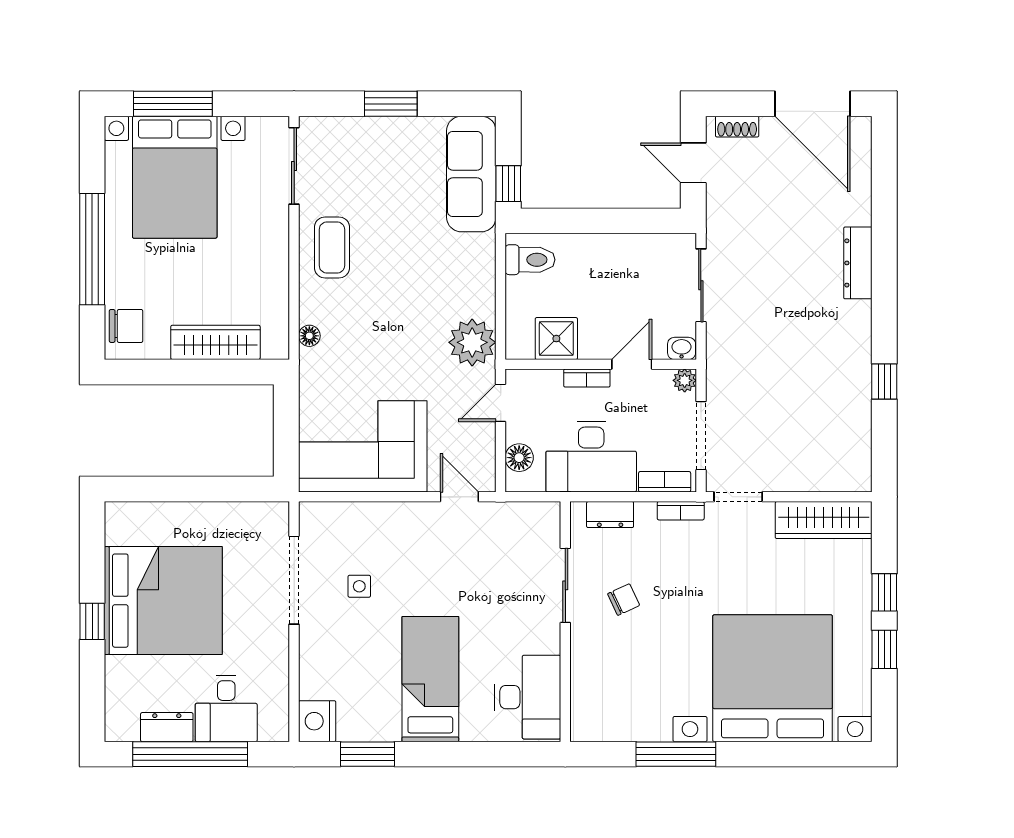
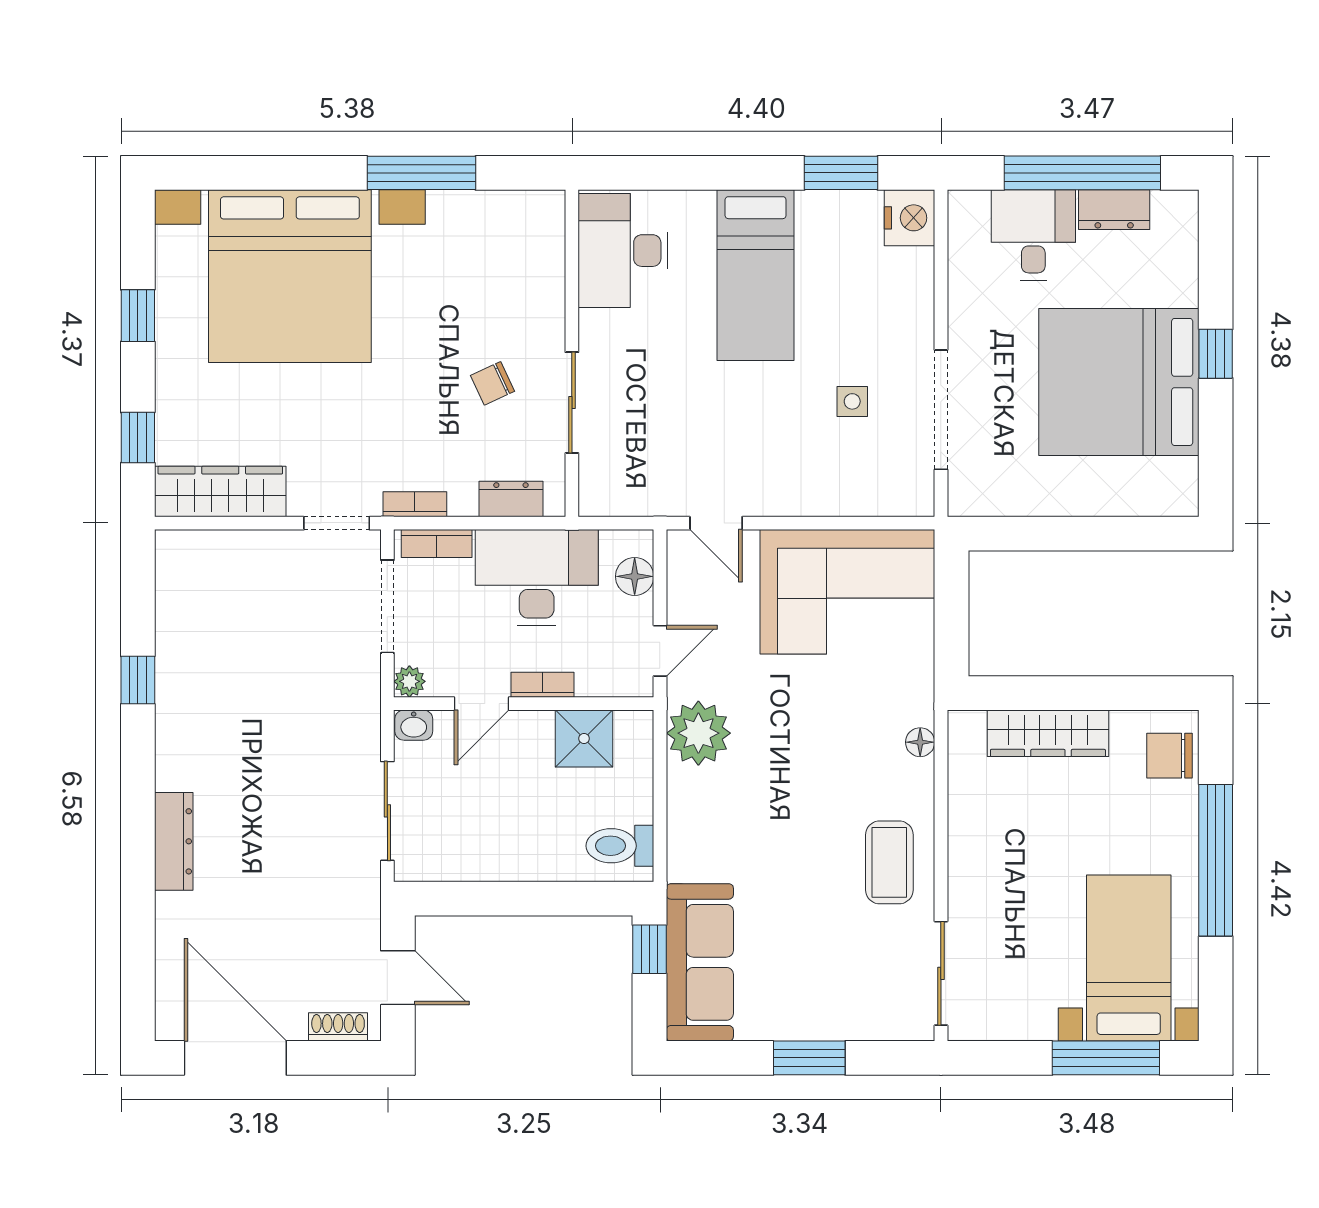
bed with nightstands: (175, 177) -> (1129, 958), width x0.73
window: (884, 592) -> (138, 438), moved

